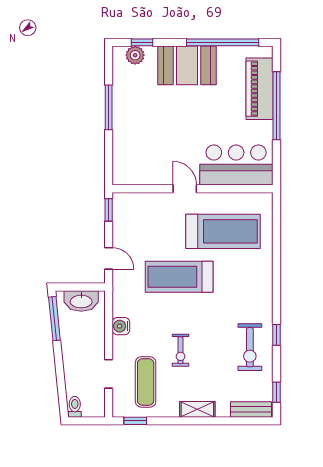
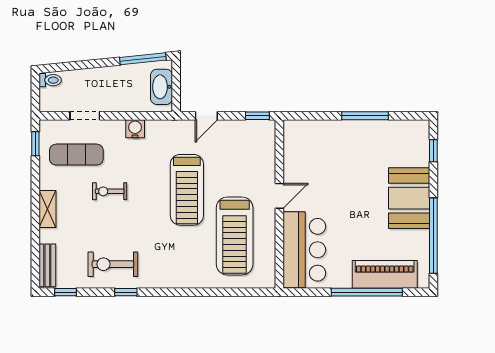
plant: (135, 55) -> (420, 144), removed
treadmill: (179, 277) -> (187, 190), turned 180

